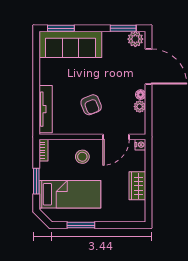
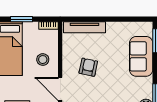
sofa: (70, 44) -> (141, 56), width x0.73
armchair: (91, 105) -> (88, 67), turned 124

